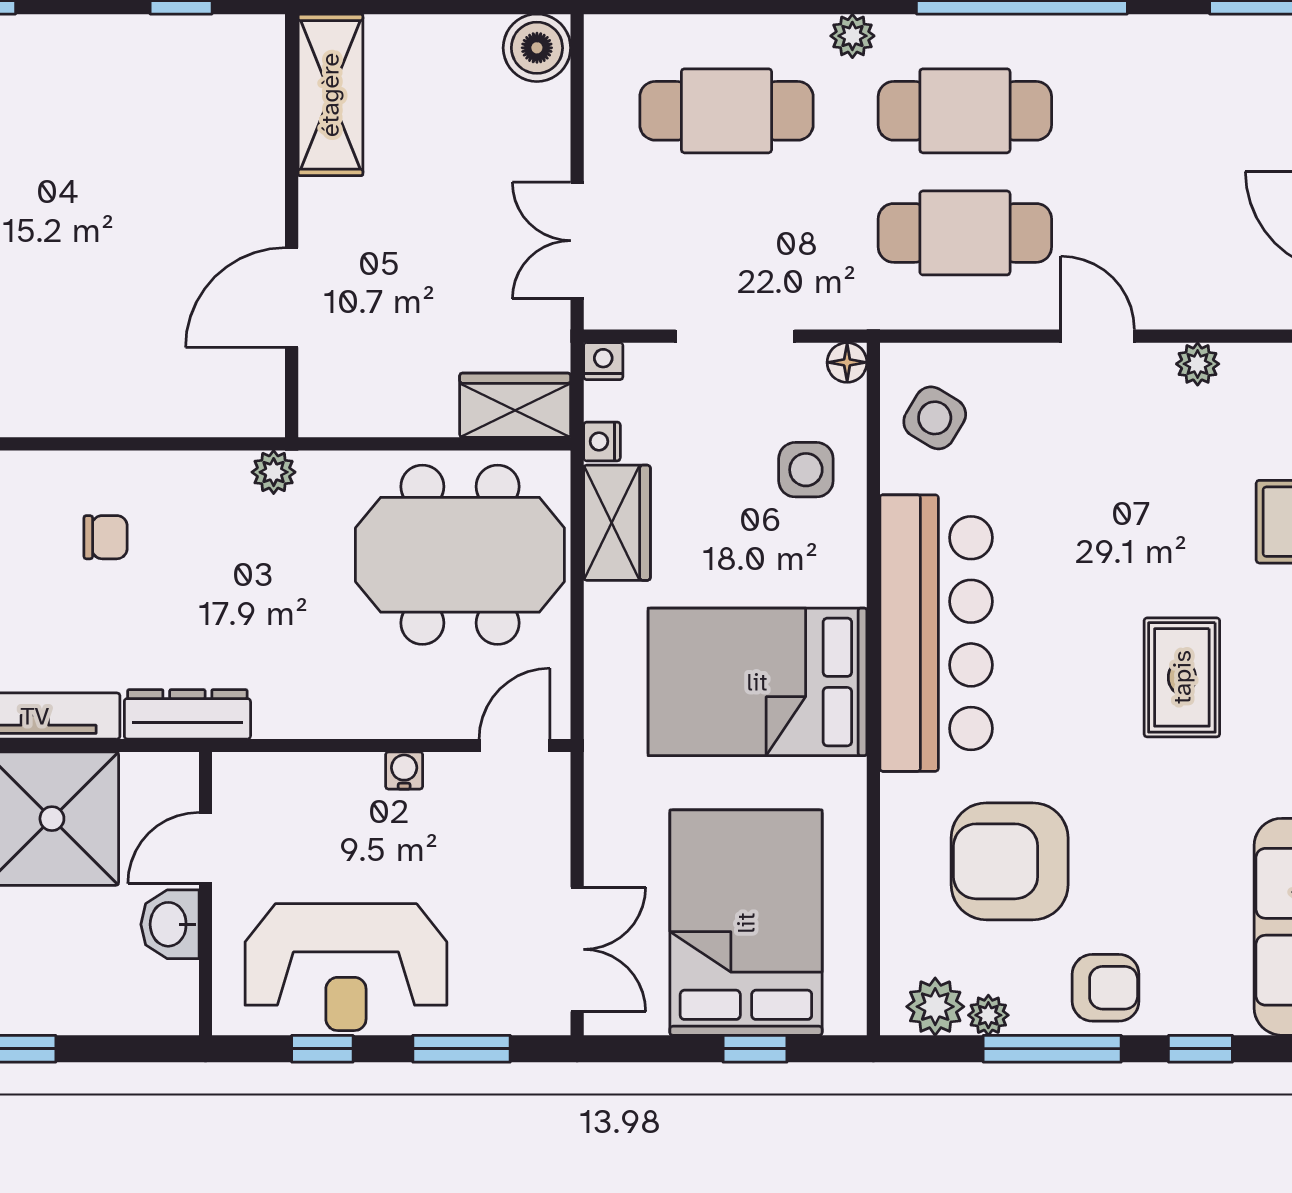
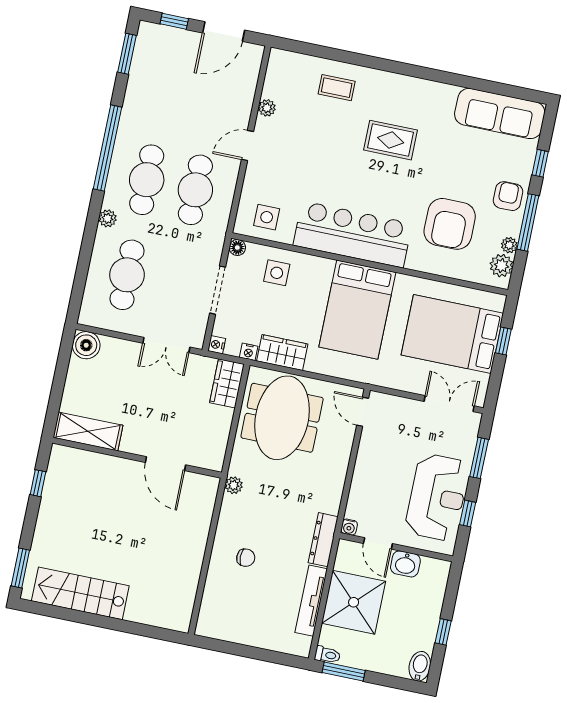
side table: (935, 418) -> (267, 217), turned -31
chair: (106, 537) -> (246, 558), turned 90
water cooler: (404, 771) -> (349, 527), moved, turned -90

